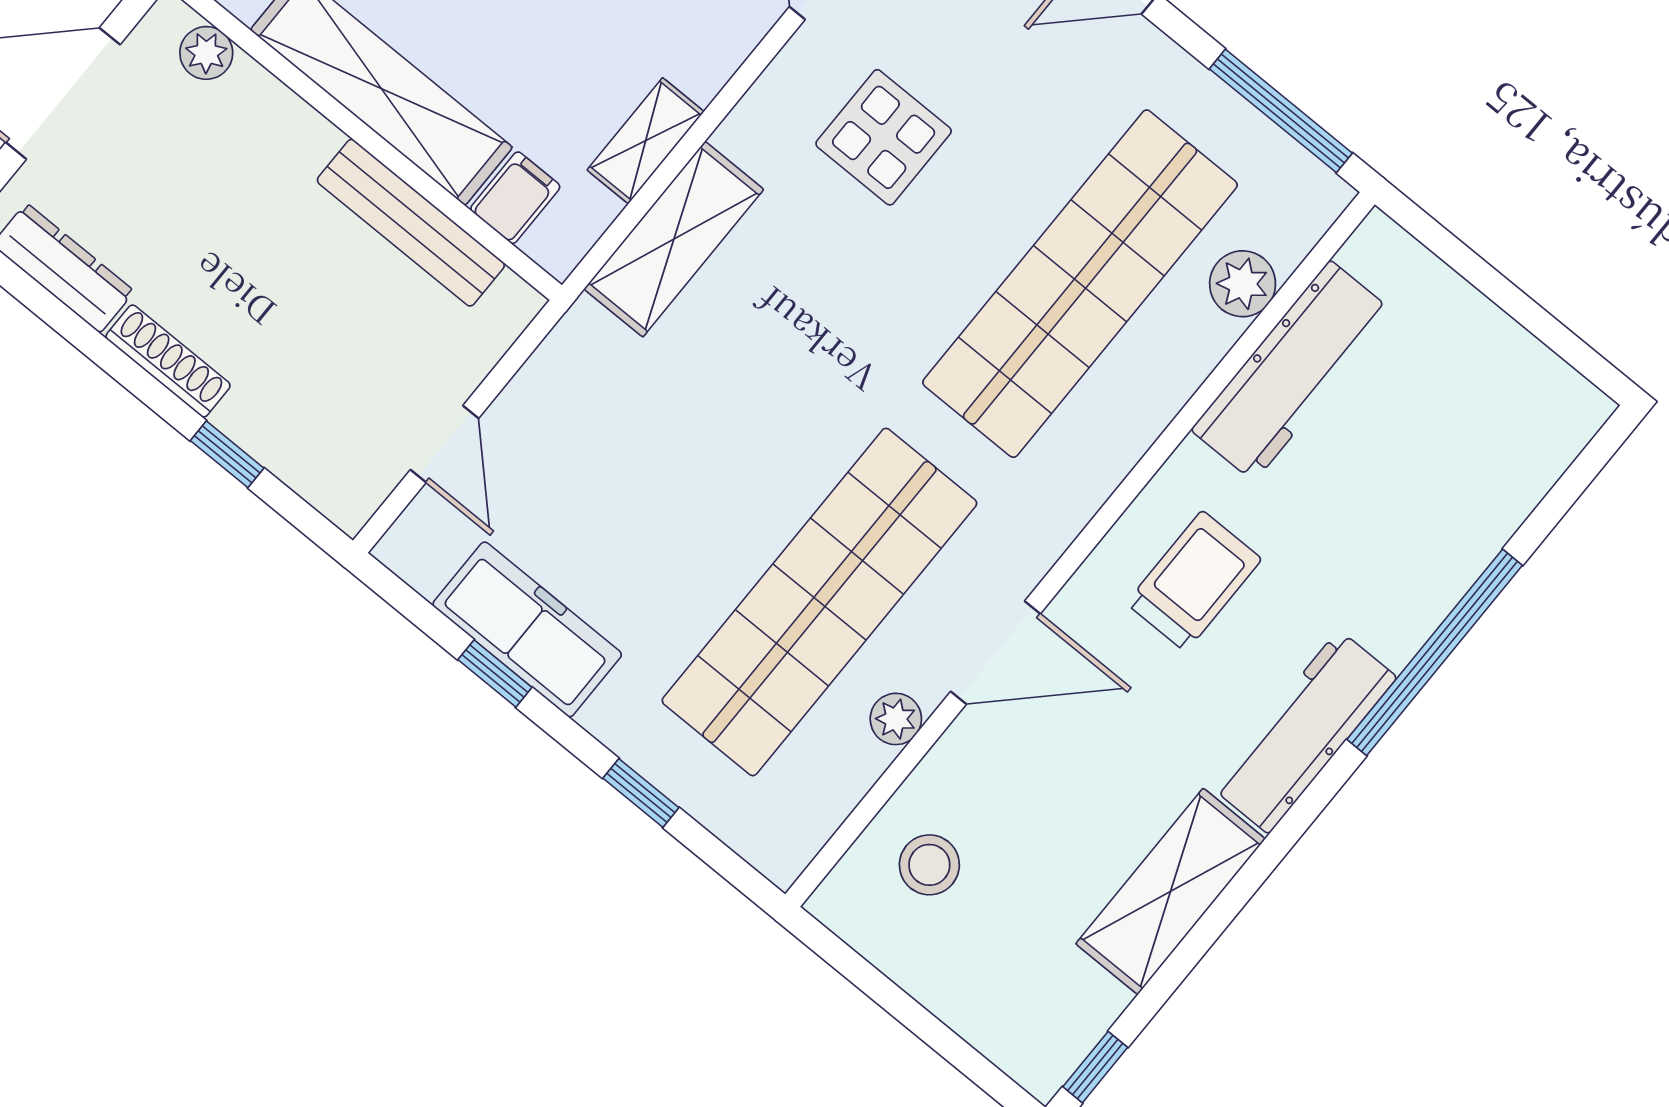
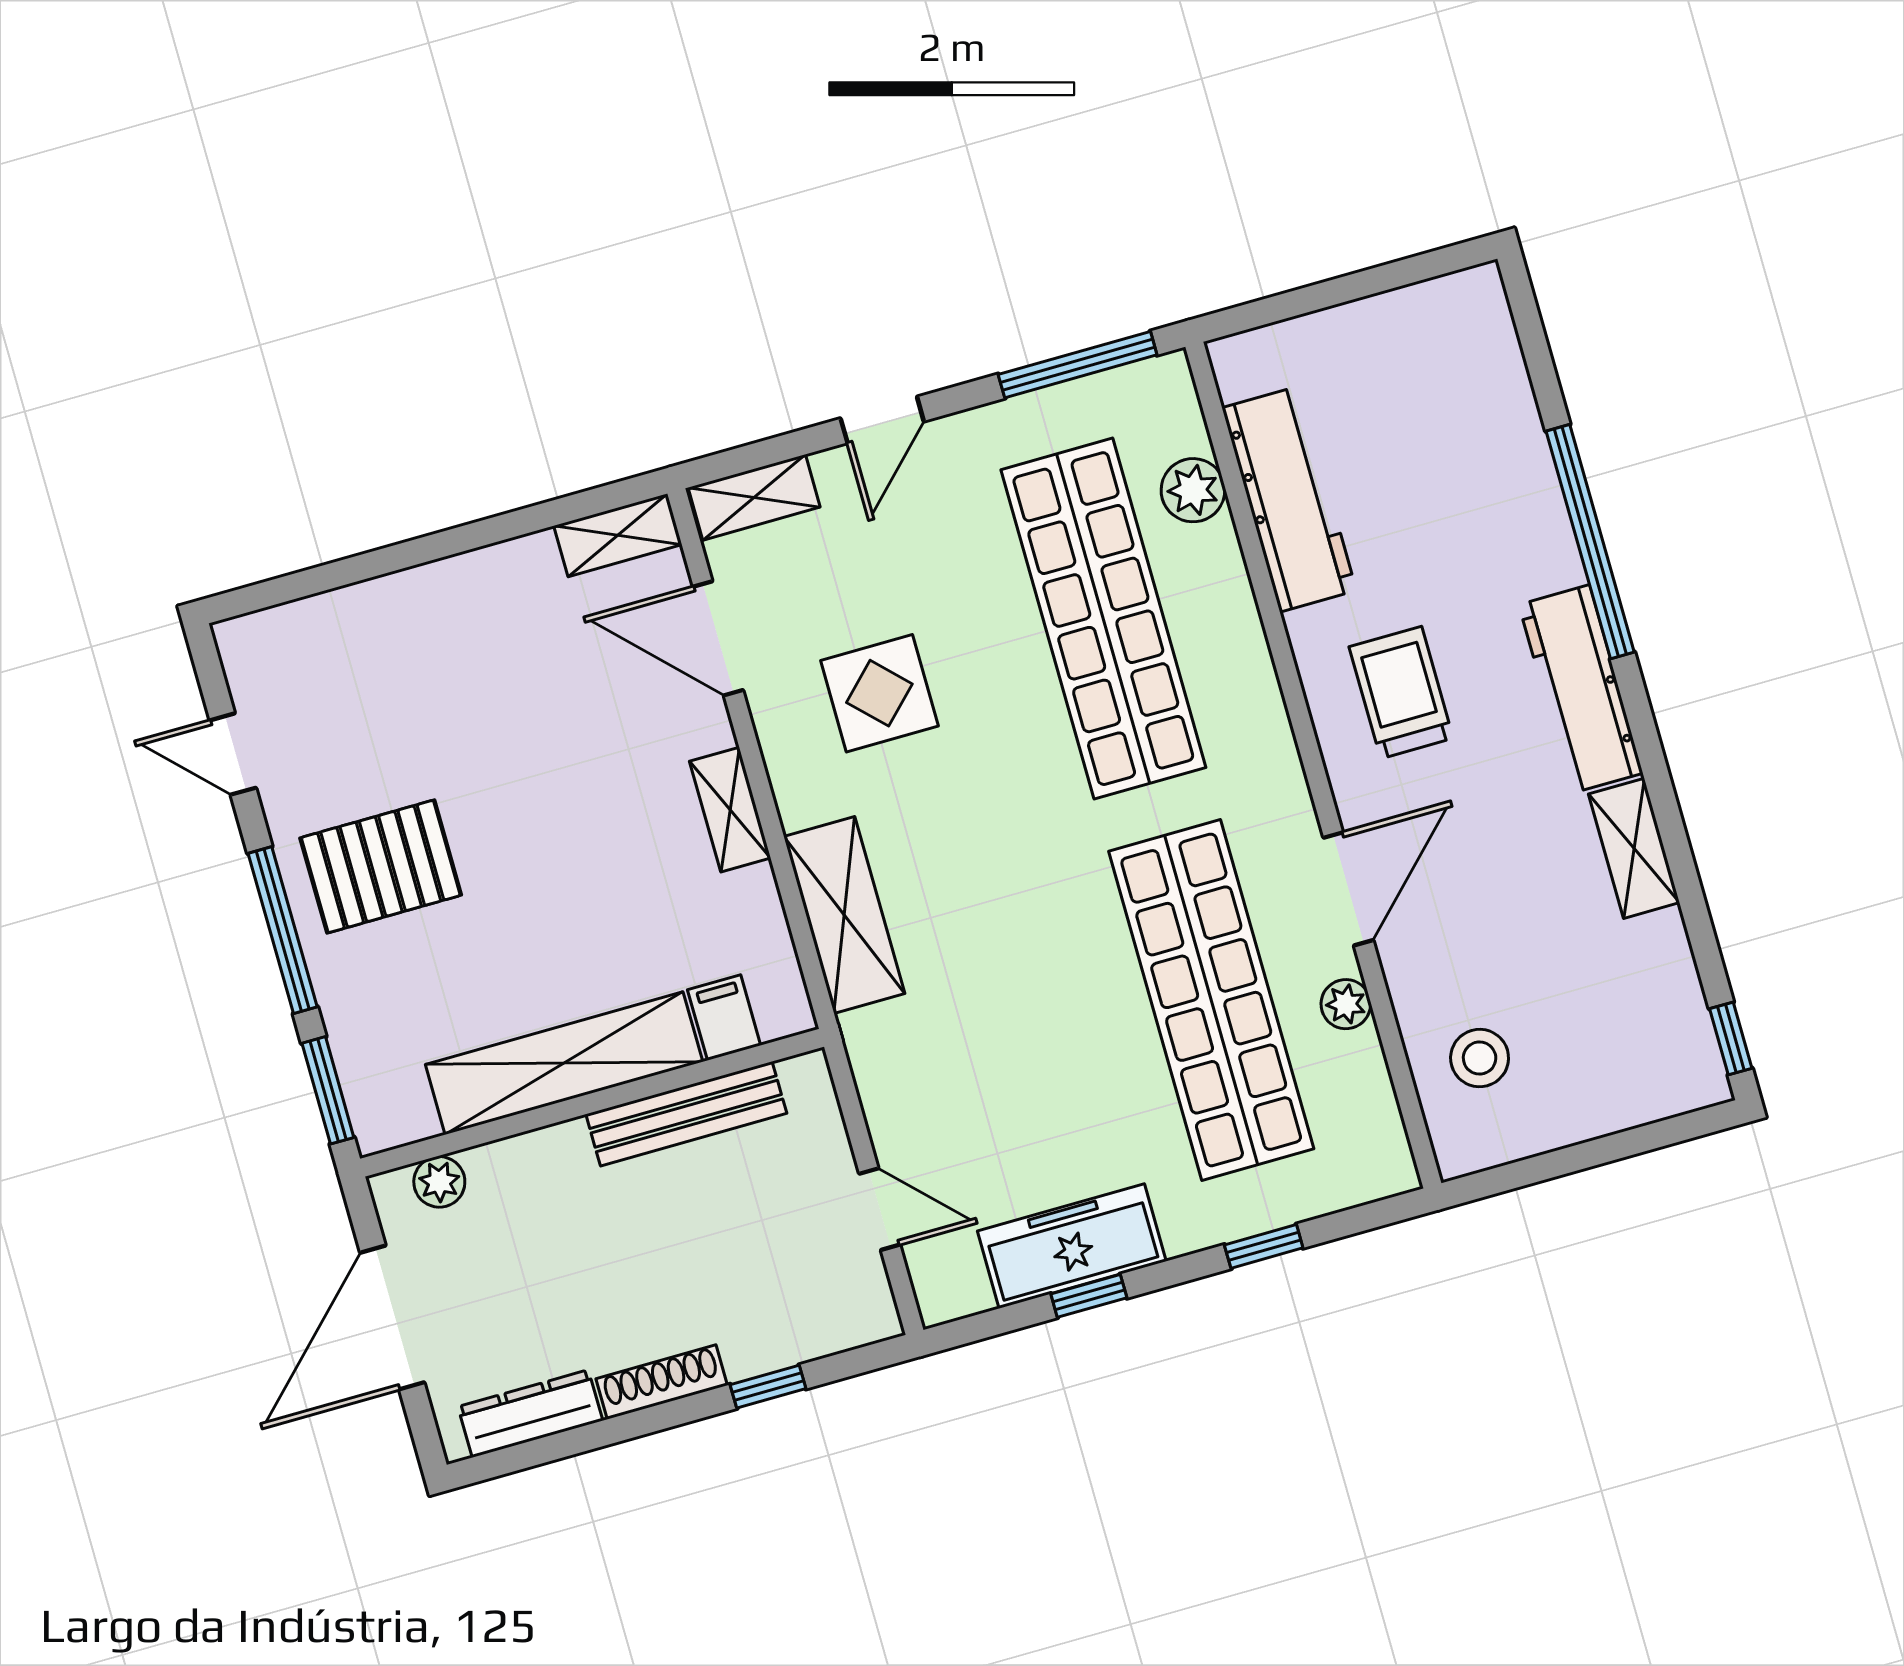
shelving: (646, 141) -> (730, 810), moved
shelving: (1171, 891) -> (1634, 848), width x0.67, depth x0.75

